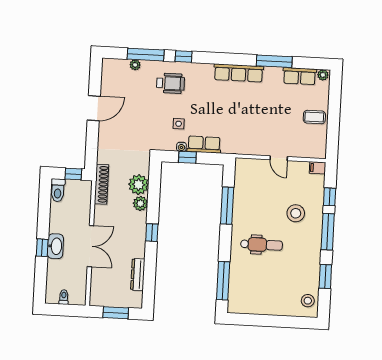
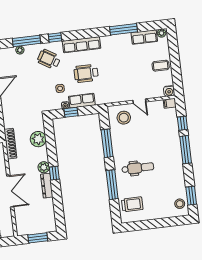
row of seats: (239, 73) -> (81, 45), moved
wheelchair: (171, 83) -> (49, 59), turned -149
wheelchair: (216, 110) -> (86, 73), added
water cooler: (319, 152) -> (169, 91), added
plant: (140, 203) -> (44, 167), moved
stool: (296, 213) -> (124, 118), moved
dresser: (138, 275) -> (47, 186), moved
window: (325, 277) -> (191, 196), moved
window: (223, 281) -> (112, 185), moved
trolley: (246, 291) -> (132, 204), added

